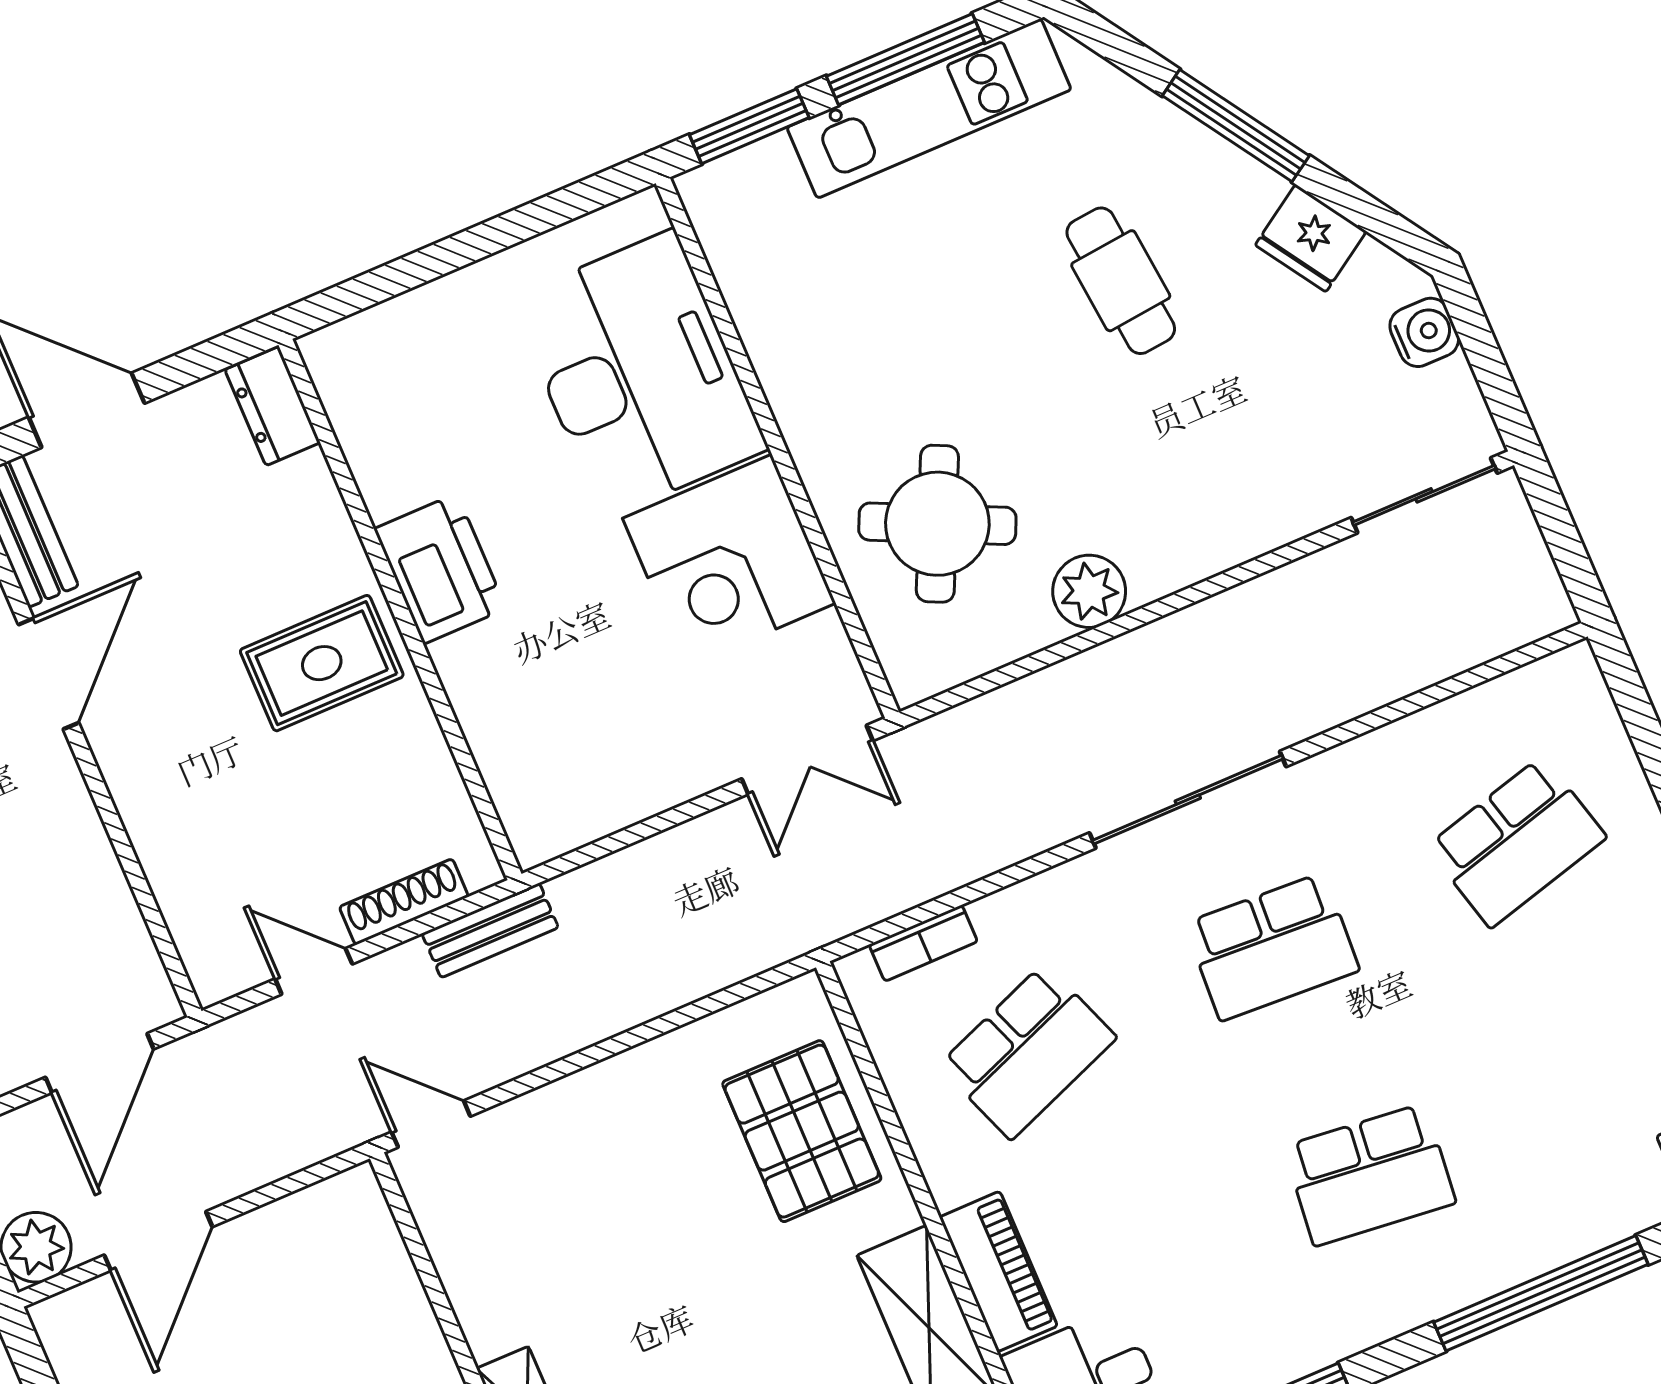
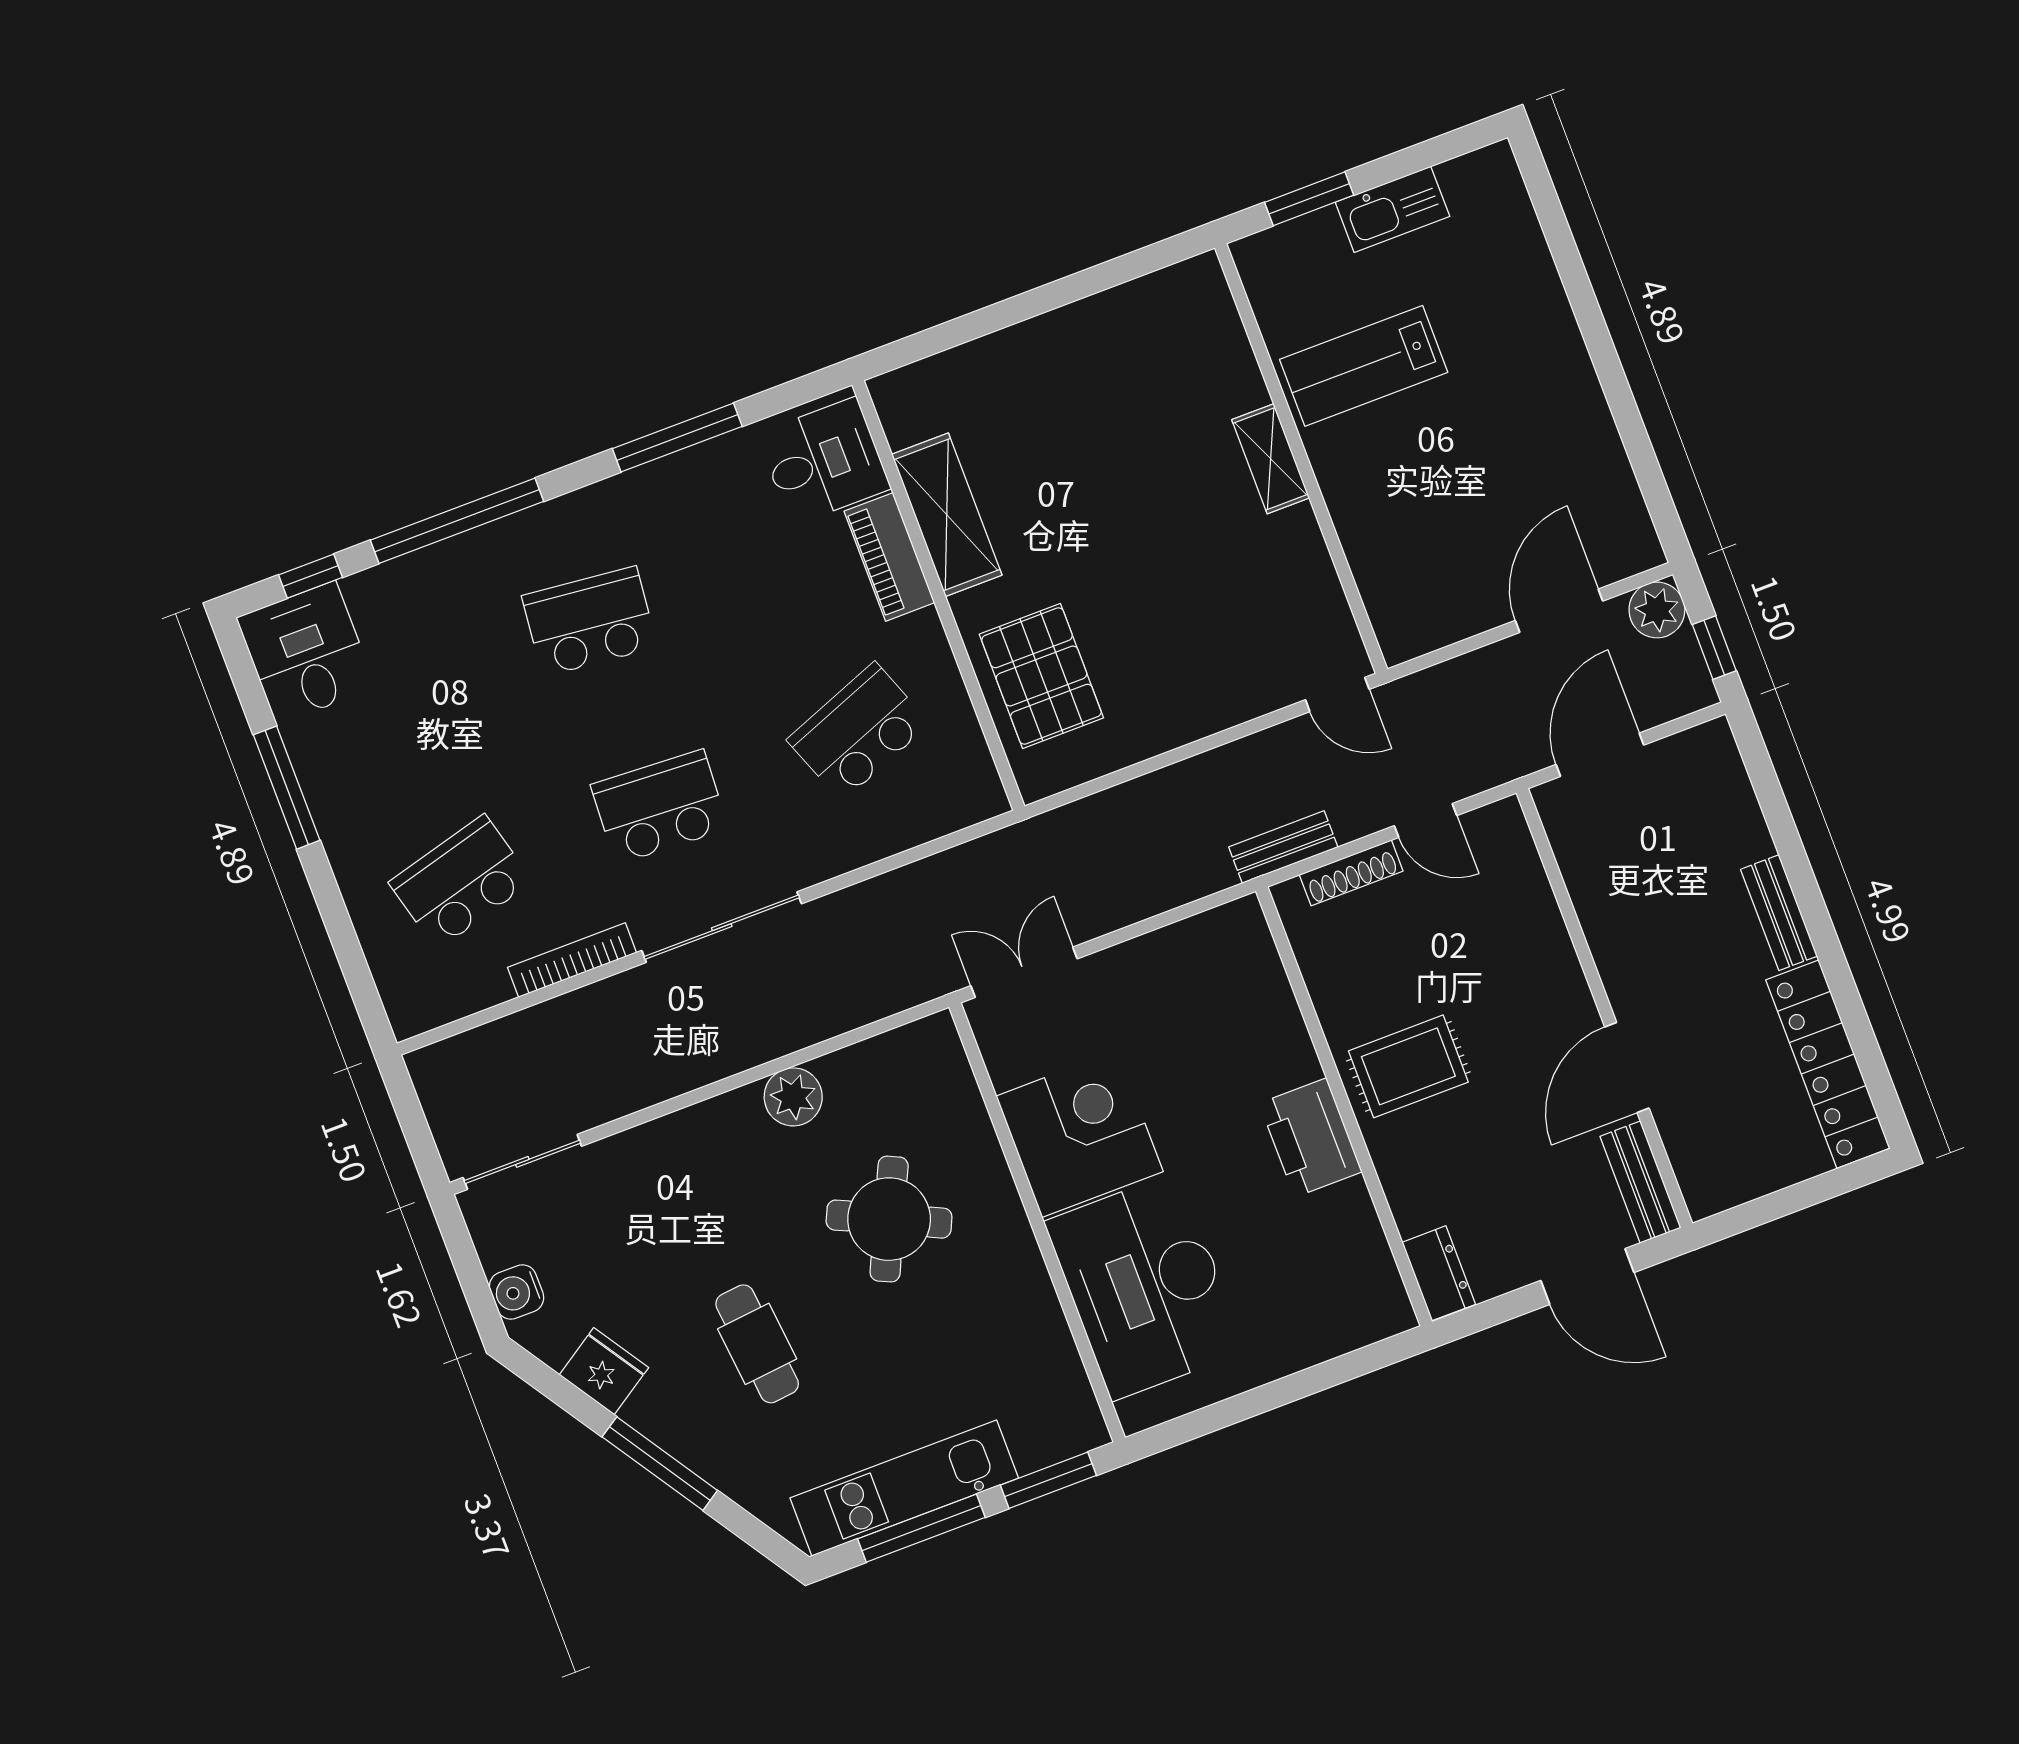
round table: (937, 524) -> (889, 1219), moved
bookcase: (923, 943) -> (572, 960), moved, width x1.56

